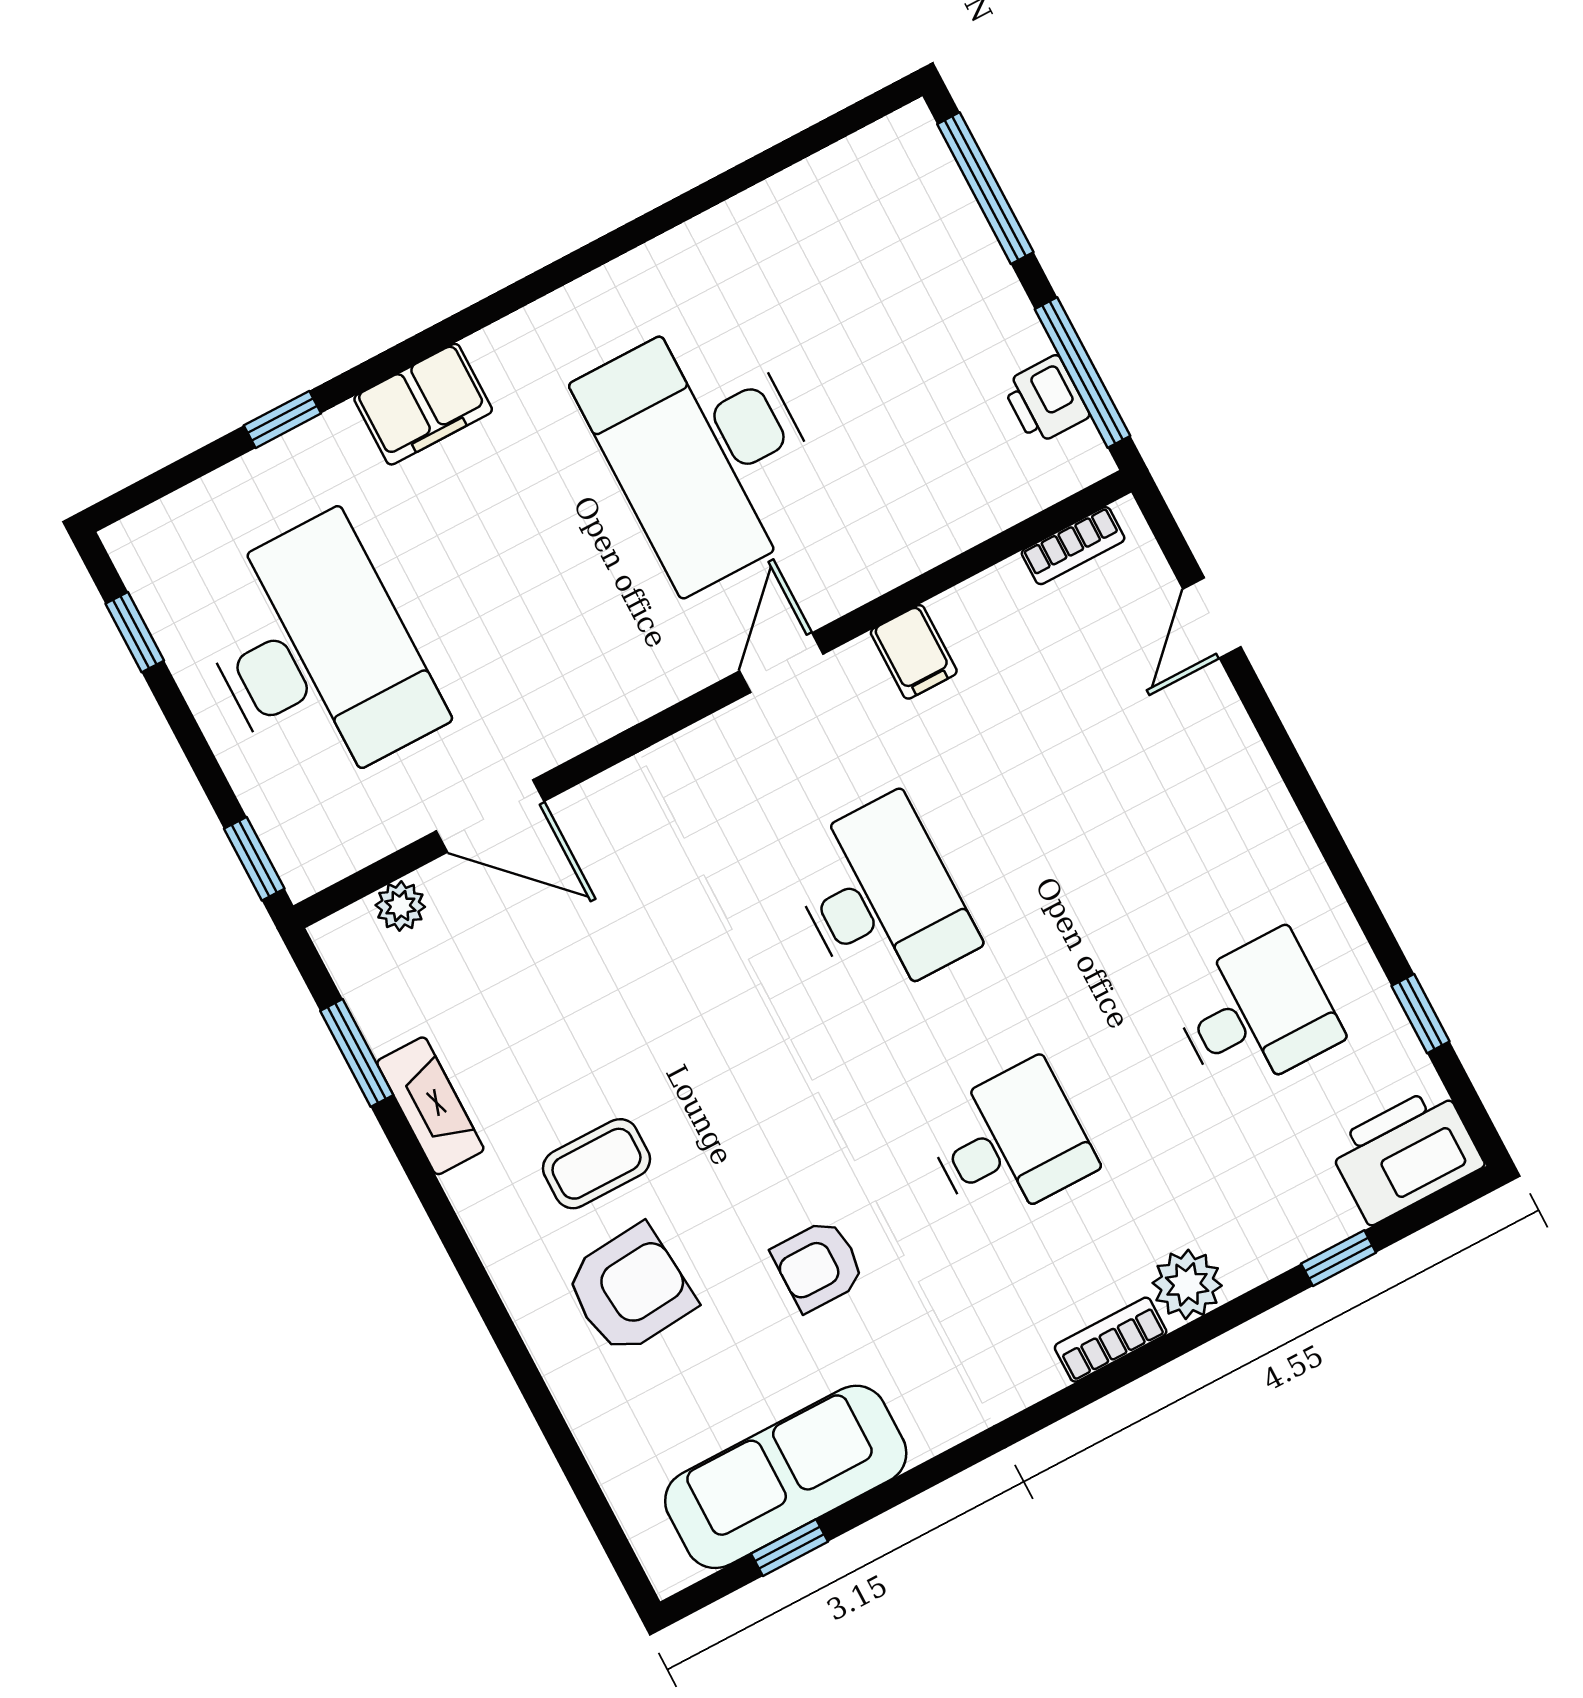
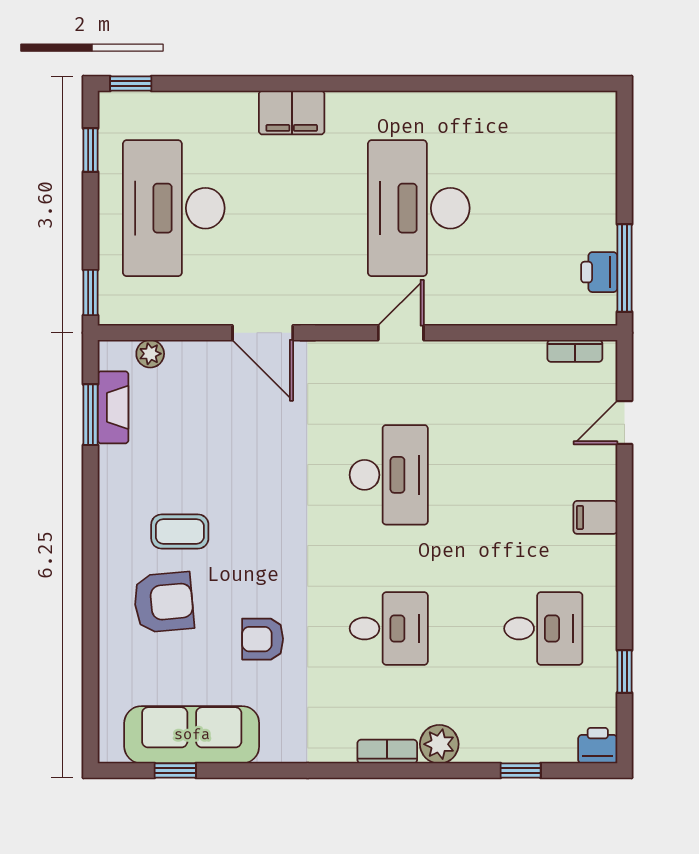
window: (985, 188) -> (624, 152), removed
window: (282, 419) -> (131, 84), moved
filing cabinet: (914, 652) -> (595, 517), moved, turned 90
desk: (316, 655) -> (174, 208), turned 180
door: (490, 816) -> (263, 333), moved
fireplace: (430, 1106) -> (113, 407), moved
printer: (1406, 1155) -> (598, 746), width x0.53, depth x0.68

